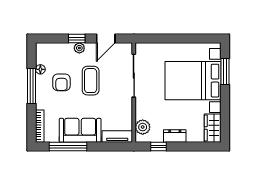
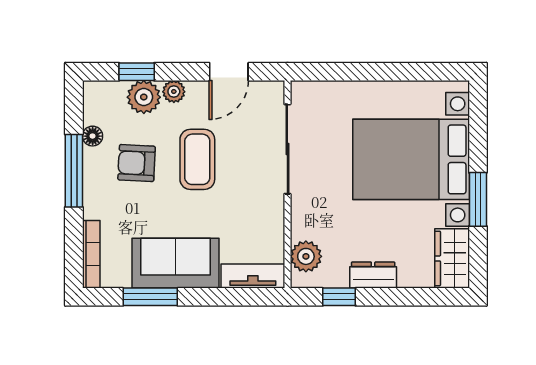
window: (77, 39) -> (137, 72), moved
plant: (65, 51) -> (144, 97), added
window: (225, 72) -> (478, 199), moved
armchair: (61, 82) -> (137, 163), turned 93
window: (68, 146) -> (150, 297), width x0.69

